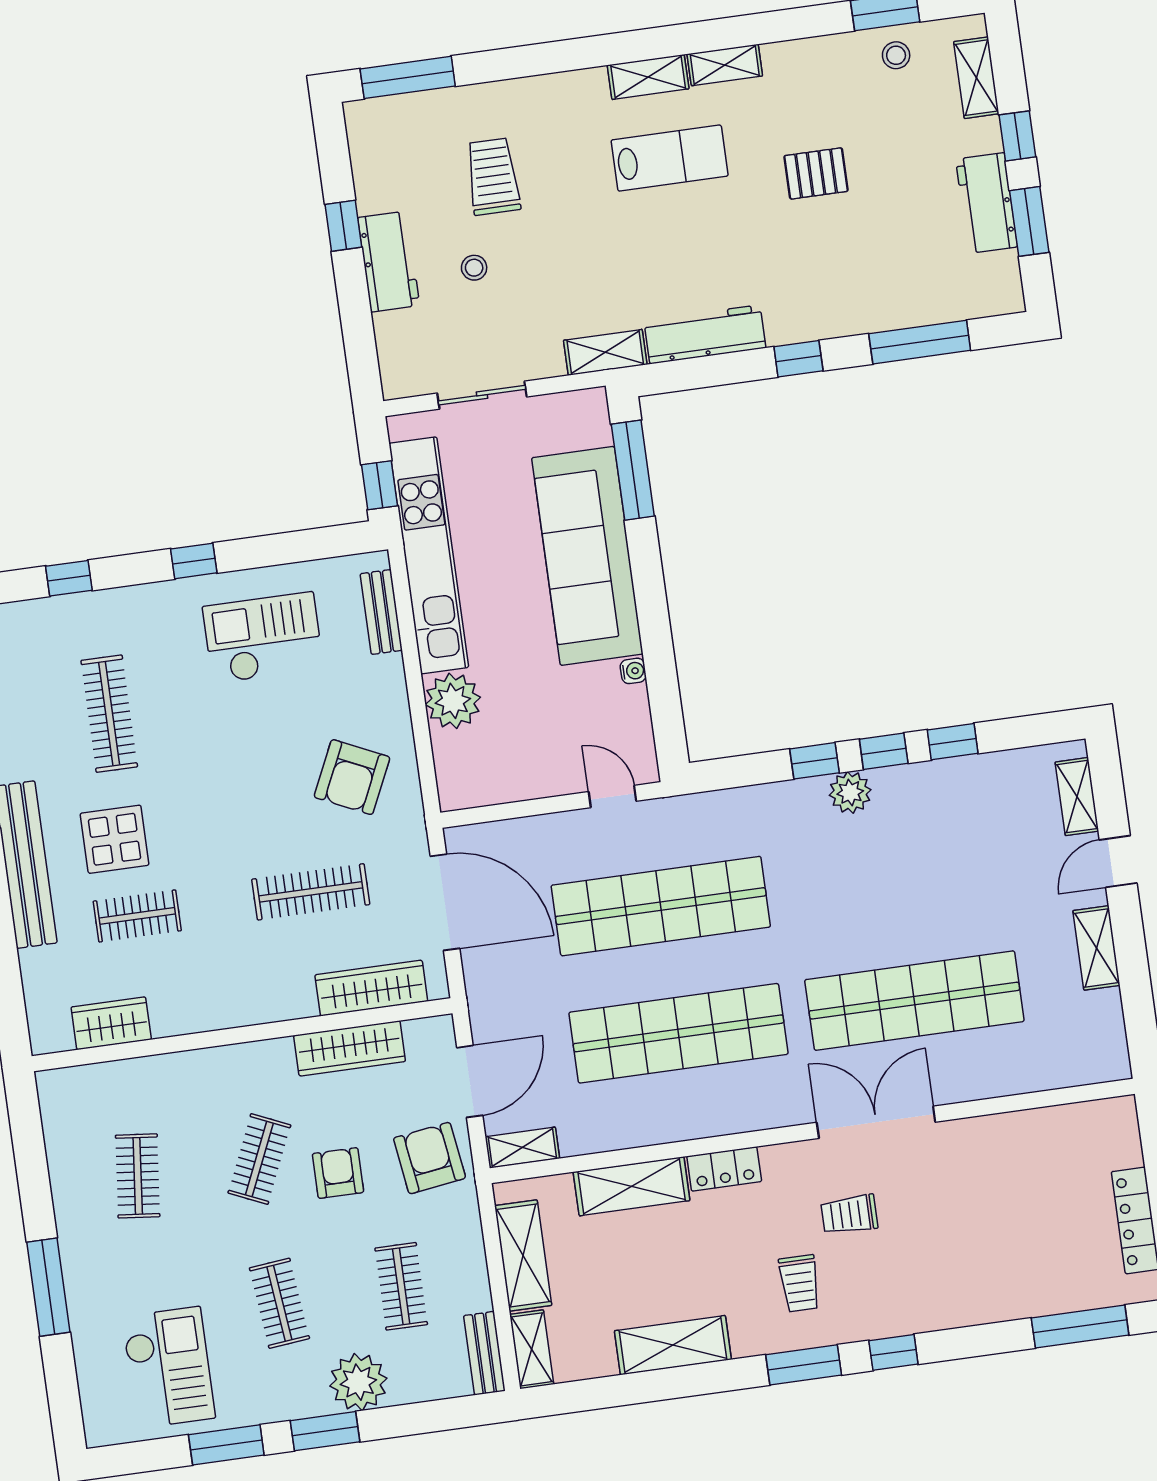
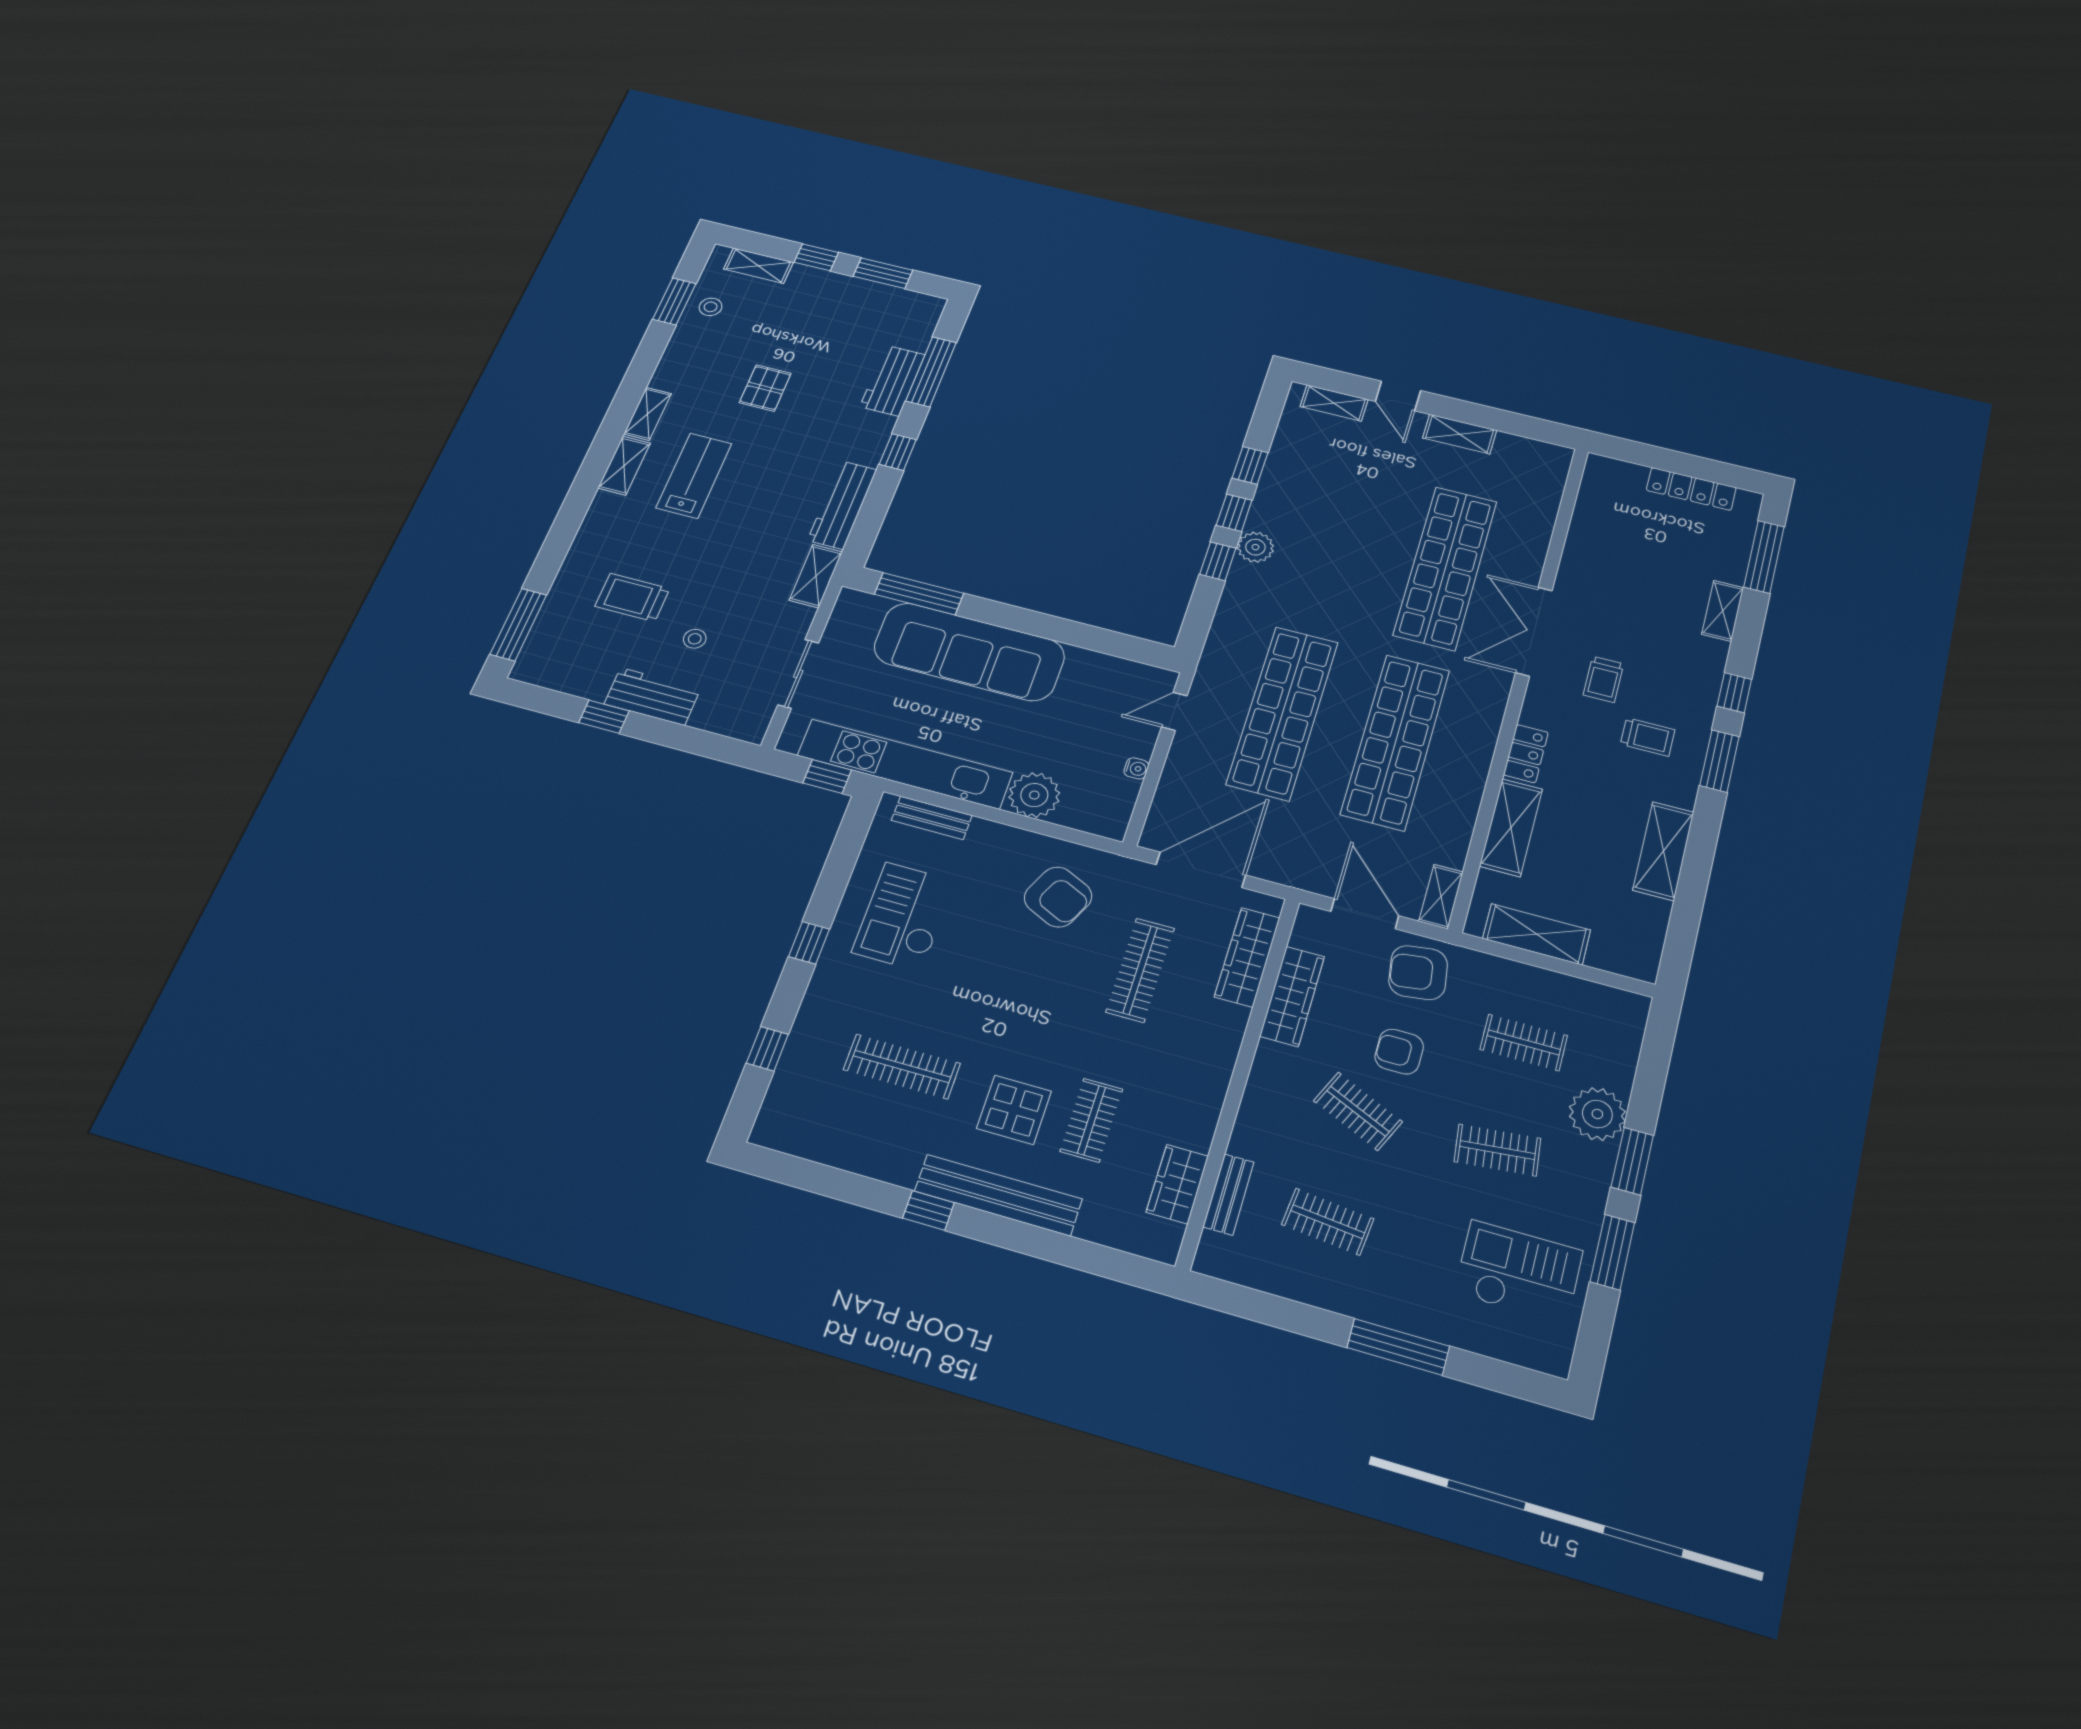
workbench: (986, 203) -> (893, 381), moved, turned 90
water cooler: (633, 671) -> (1136, 768), moved, turned 90
shelving: (532, 1349) -> (1723, 611), moved, turned 90
bench: (484, 1353) -> (1228, 1194), moved, turned 90

